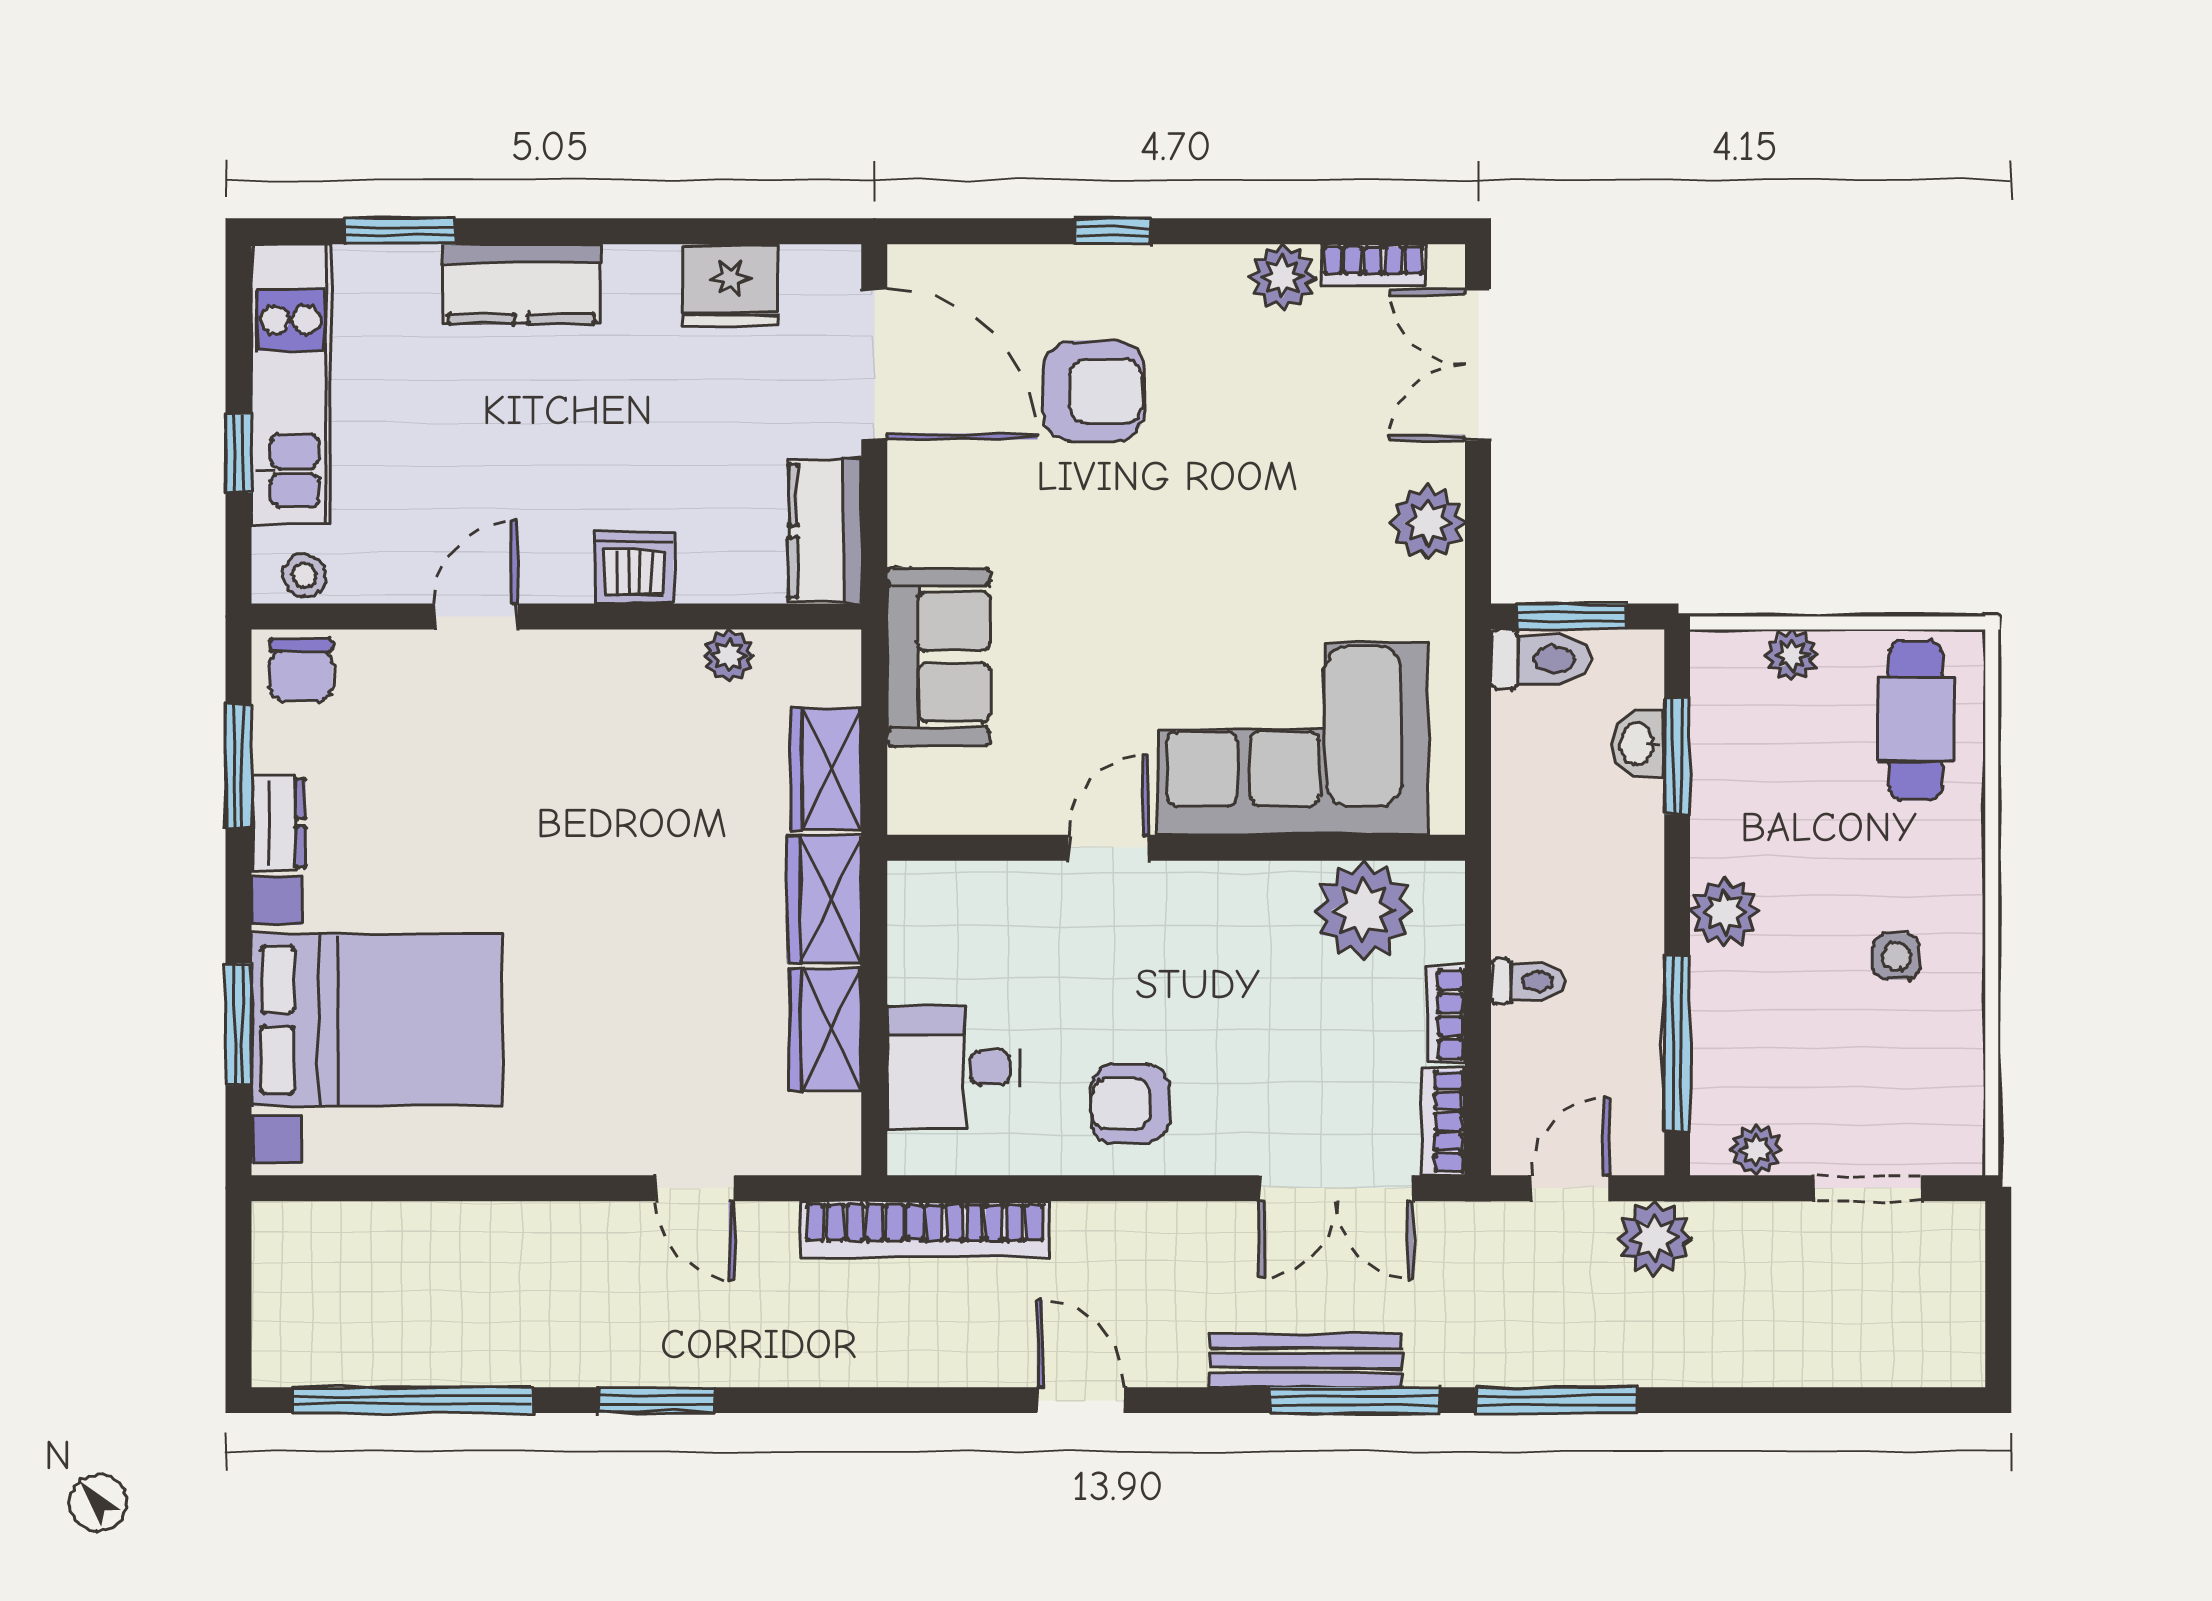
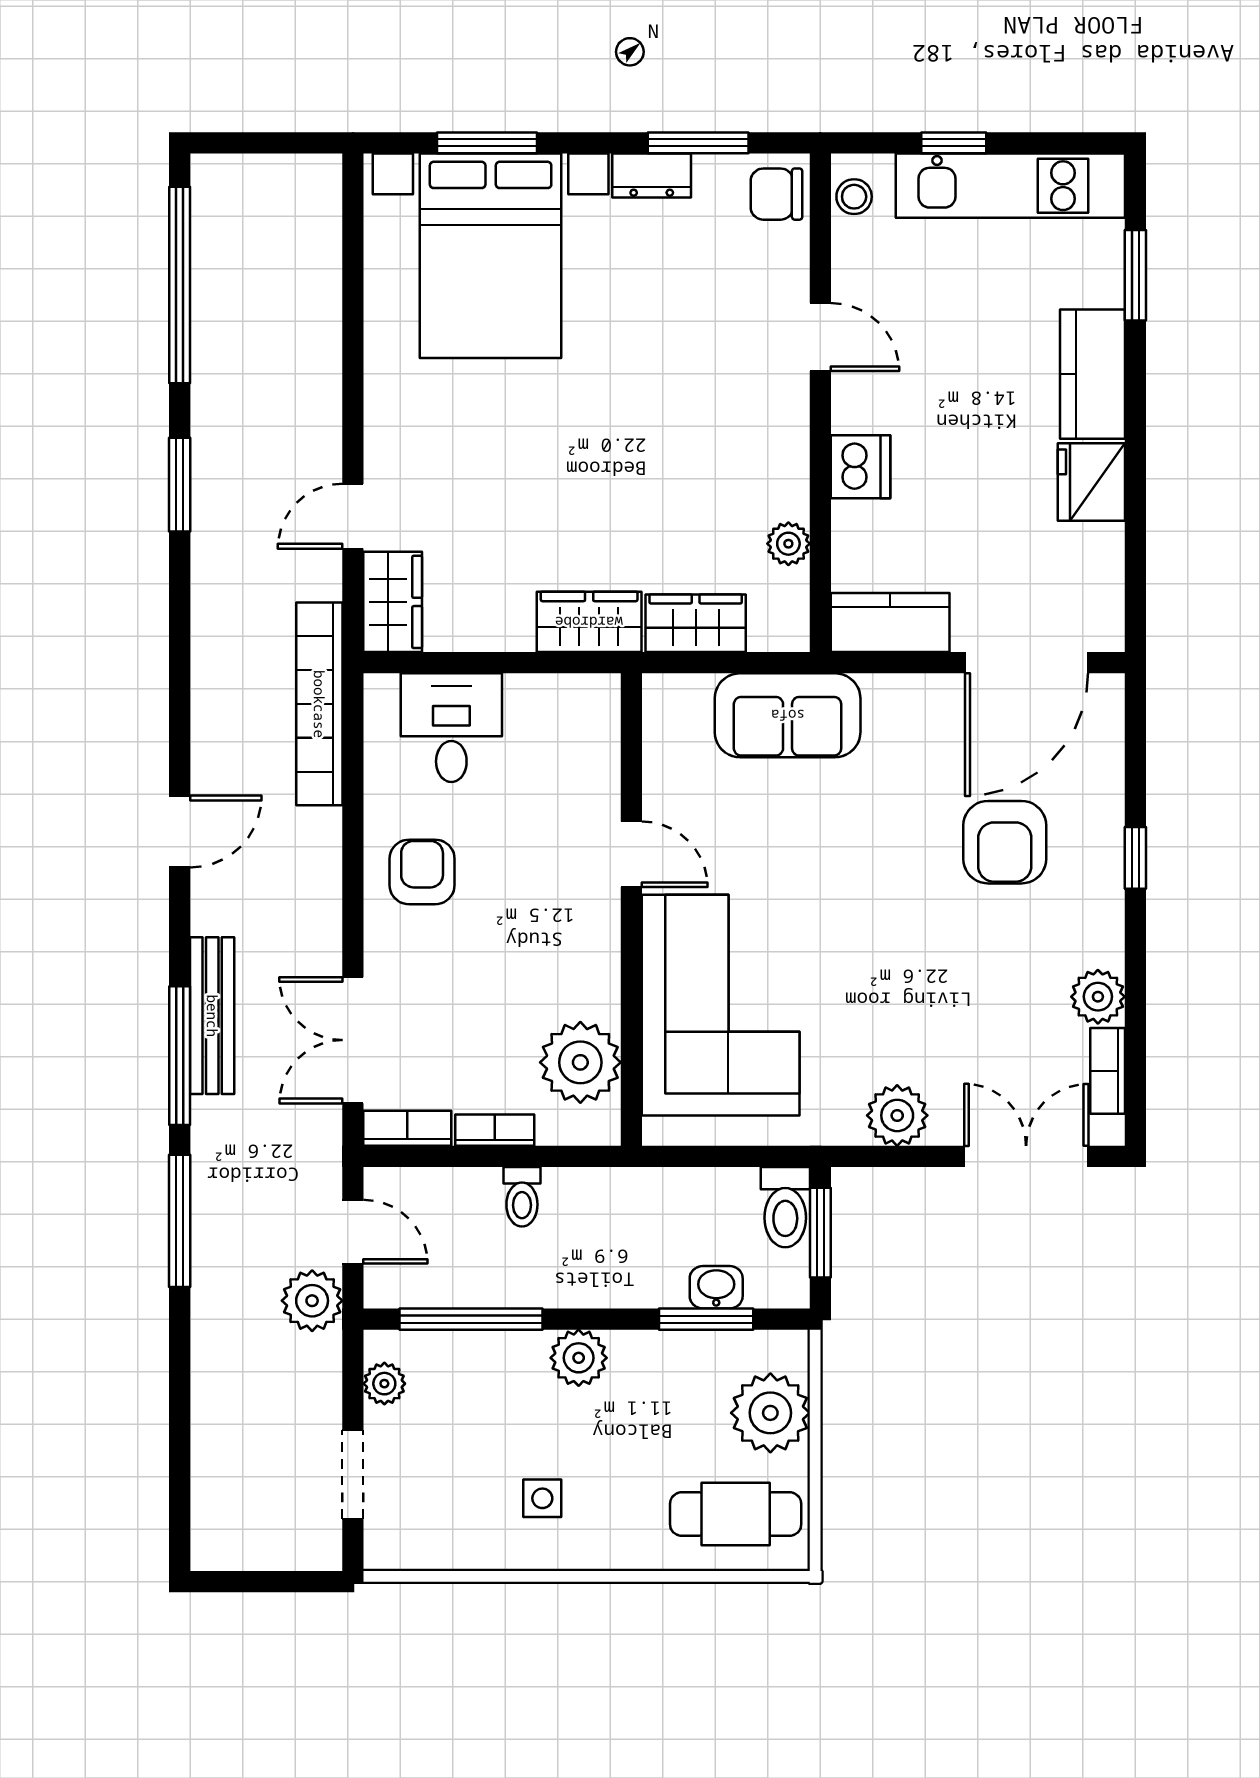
fridge: (731, 285) -> (1091, 482), moved
plant: (1792, 655) -> (770, 1413), width x1.87, depth x1.87
wardrobe: (826, 1030) -> (393, 602), moved, turned 90

